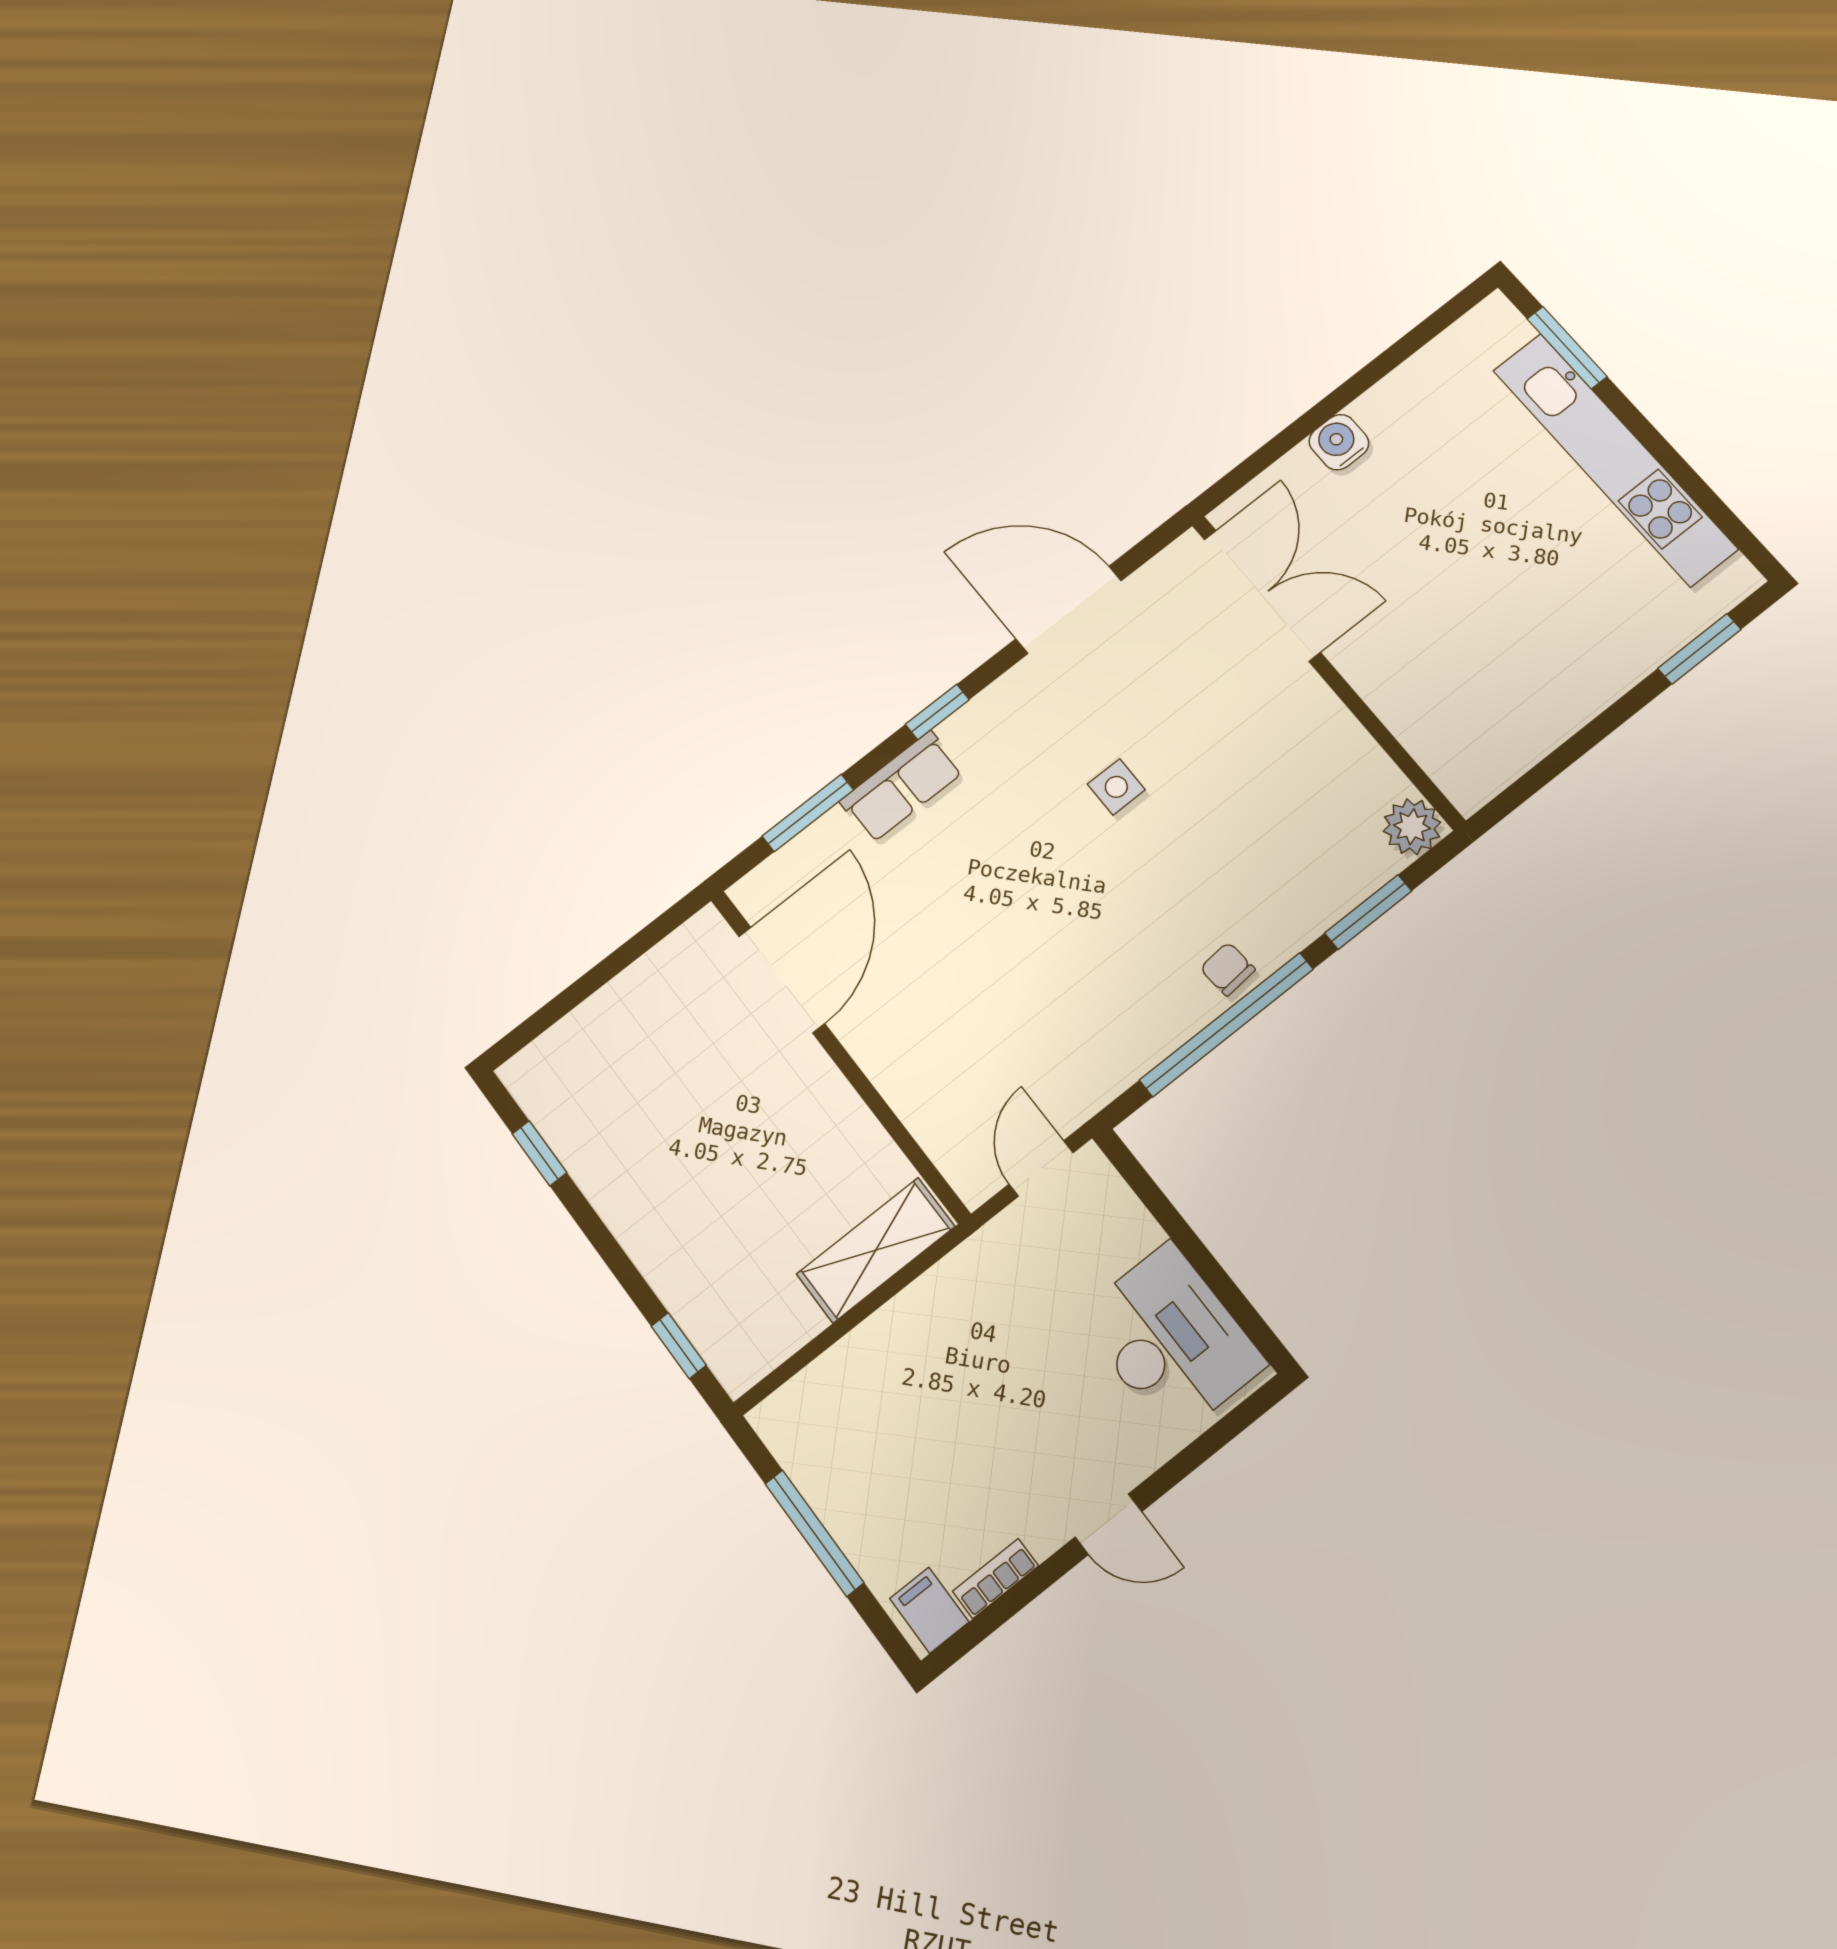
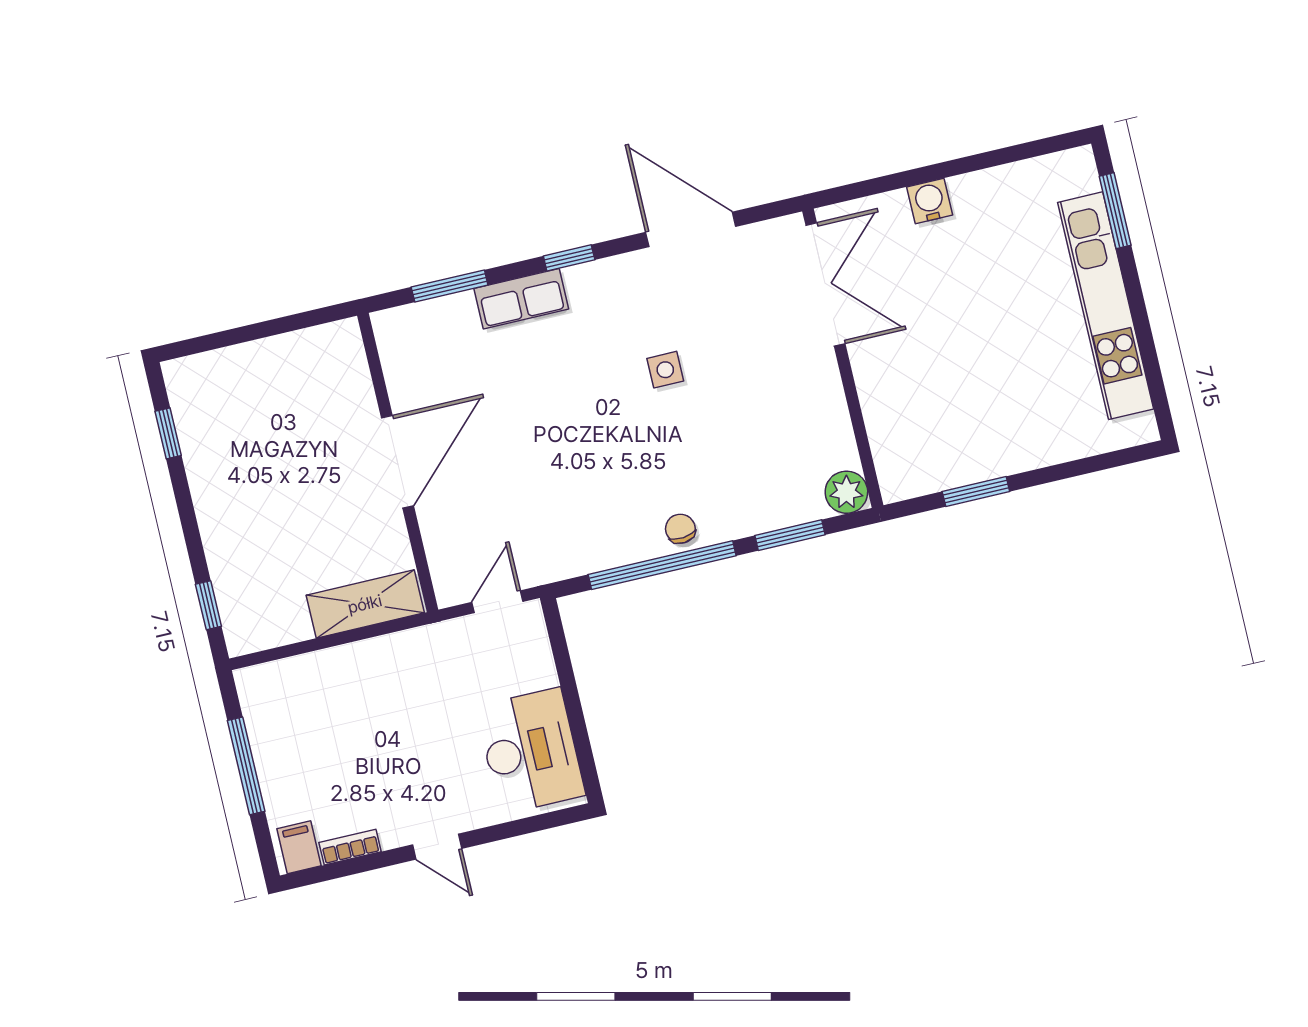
window: (1699, 649) -> (976, 492), moved
door: (782, 980) -> (398, 462), moved

